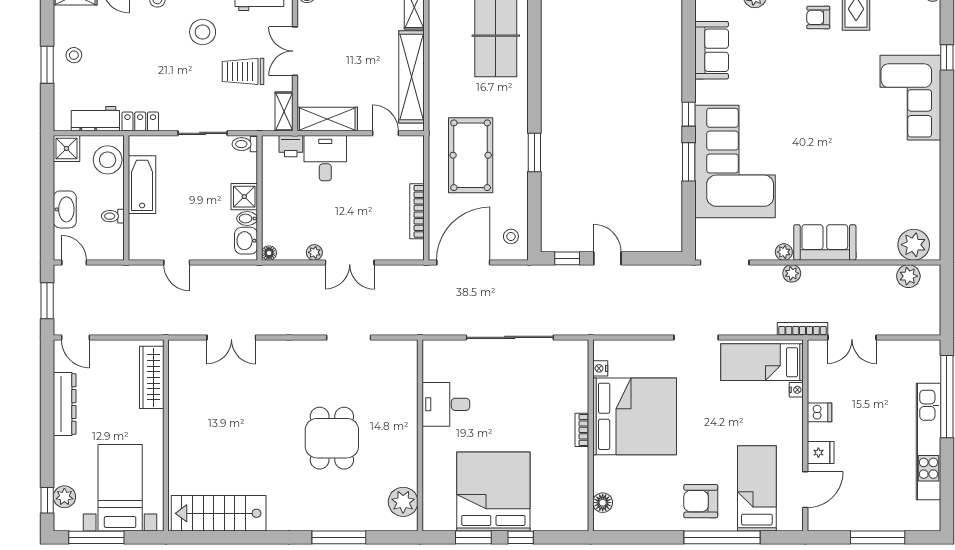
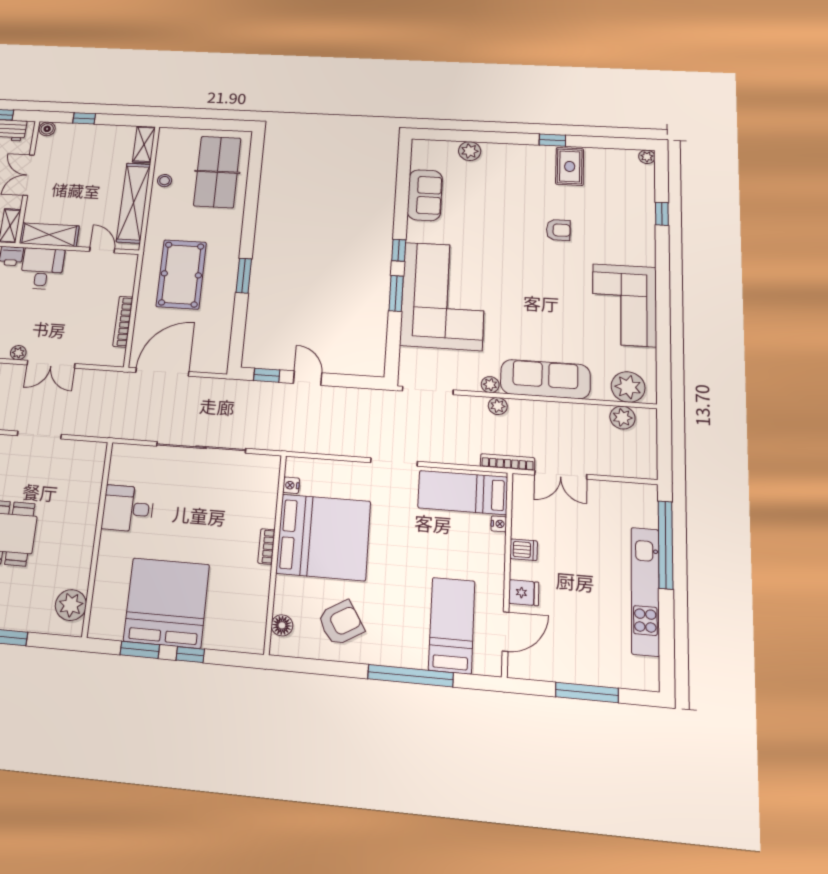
armchair: (818, 17) -> (558, 230), moved, turned 180
corner sofa: (910, 98) -> (624, 305), moved
stool: (511, 236) -> (165, 181), moved
sofa: (825, 242) -> (545, 379), width x1.36
armchair: (701, 501) -> (341, 623), moved, turned 149

